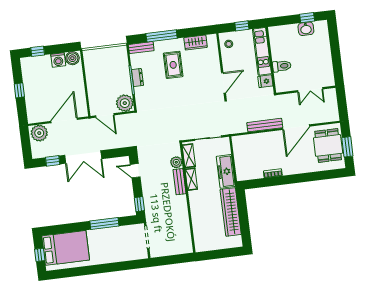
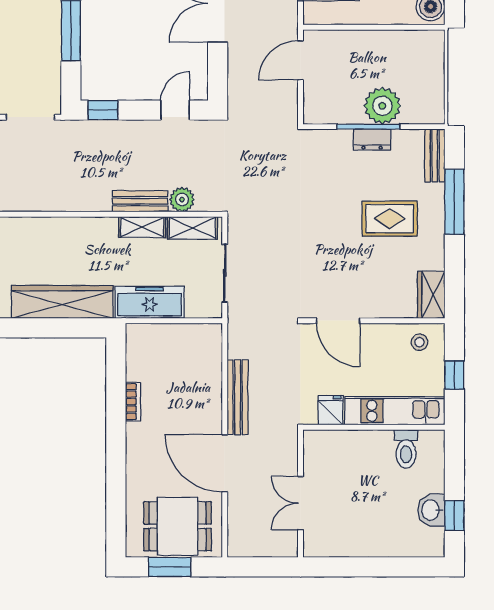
wardrobe: (196, 43) -> (431, 295), moved
toilet: (282, 66) -> (406, 449), moved
plant: (125, 103) -> (382, 106), moved

